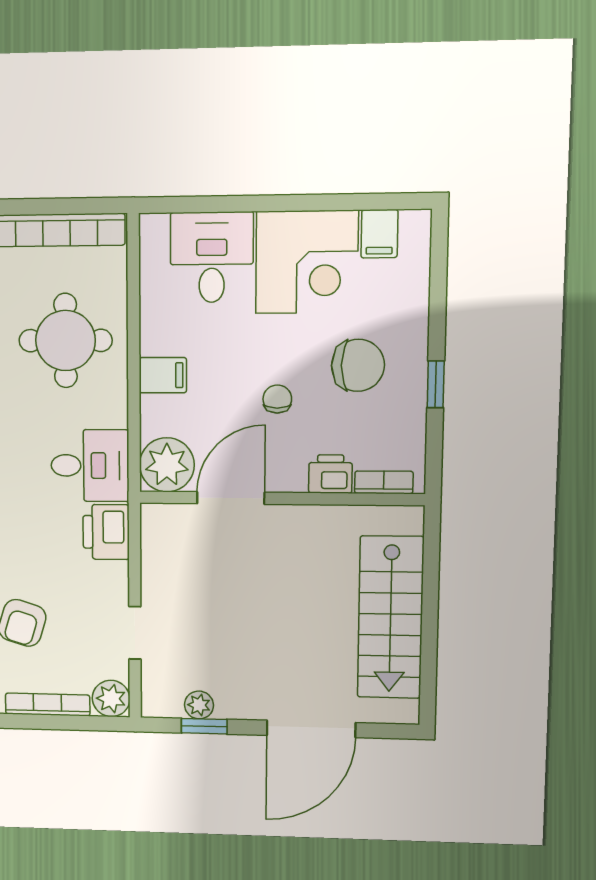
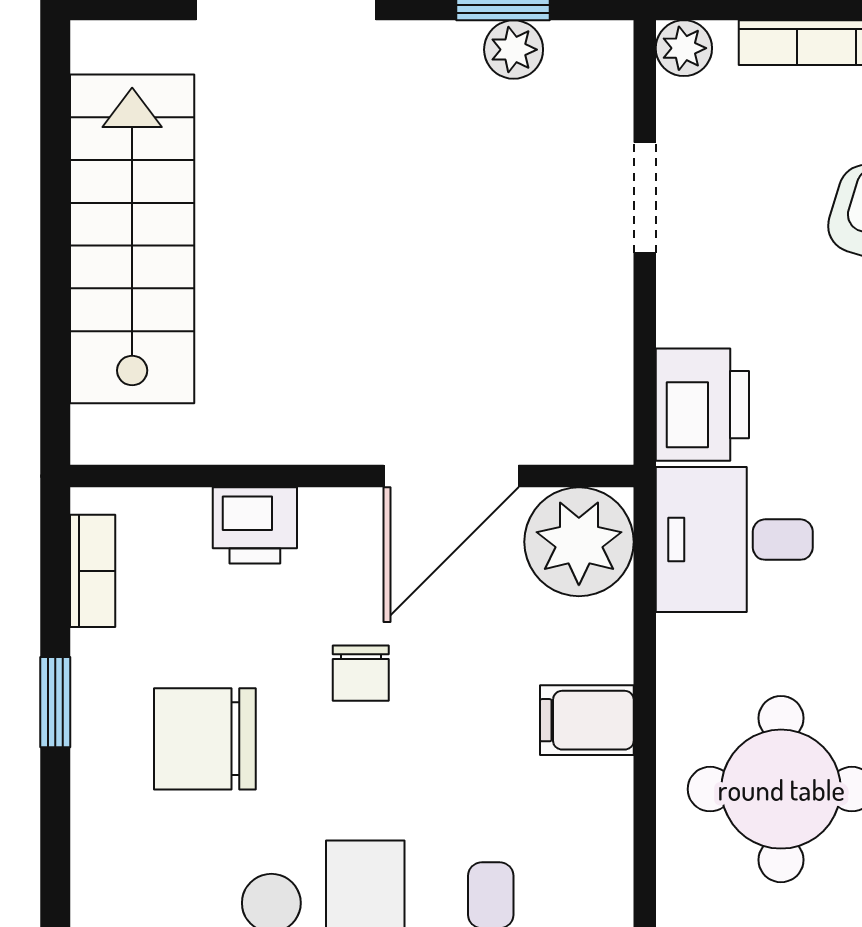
bookcase: (384, 482) -> (93, 571), moved, turned -90
plant: (111, 698) -> (684, 48), width x0.73, depth x0.73

